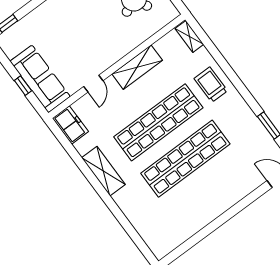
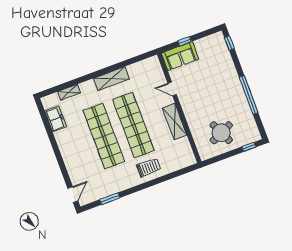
shelving: (189, 36) -> (69, 92), moved
sofa: (40, 79) -> (180, 56), width x0.73
freezer: (70, 125) -> (56, 119), moved, turned -90

